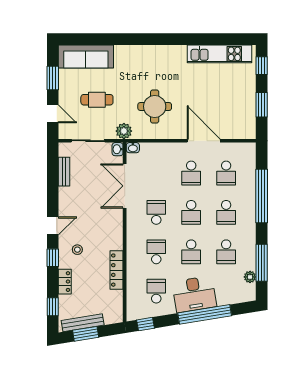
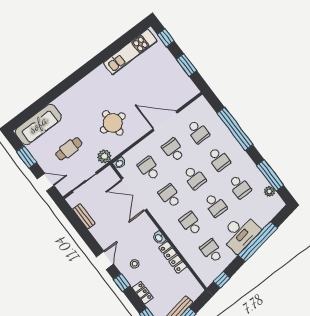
washbasin: (118, 149) -> (159, 238), moved
school desk: (156, 173) -> (149, 169), added
school desk: (191, 173) -> (173, 150), turned 180

